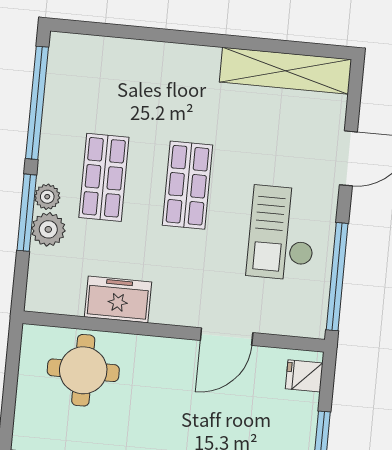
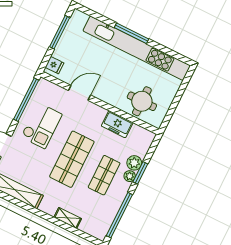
shelving: (147, 53) -> (68, 218), added
shop shelf: (188, 185) -> (72, 159), width x1.43, depth x1.36
window: (27, 213) -> (140, 173), width x0.69

